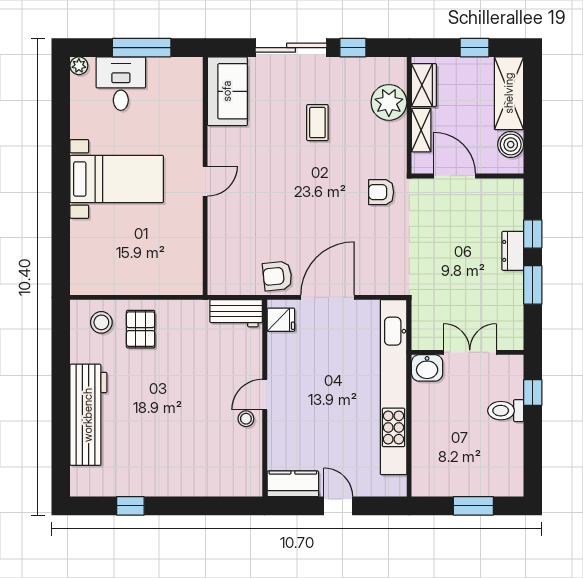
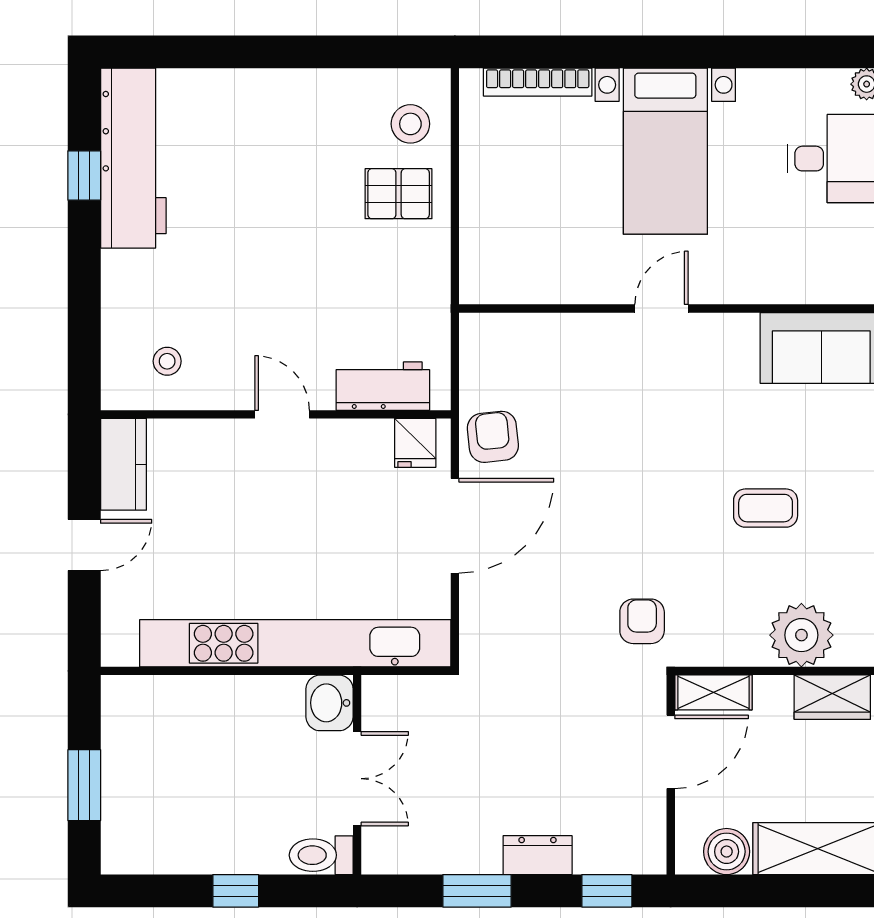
shelving: (421, 130) -> (713, 692), moved
door: (205, 181) -> (662, 308), swing flipped
window: (533, 234) -> (607, 891), moved
bookcase: (78, 251) -> (538, 82), added
door: (327, 297) -> (455, 526), hinge flipped
workbench: (236, 313) -> (383, 386), moved, turned 90
window: (533, 392) -> (236, 891), moved
toilet: (506, 411) -> (321, 855), moved, turned -90
workbench: (88, 415) -> (133, 158), moved, turned -90
stool: (246, 419) -> (167, 361), moved

